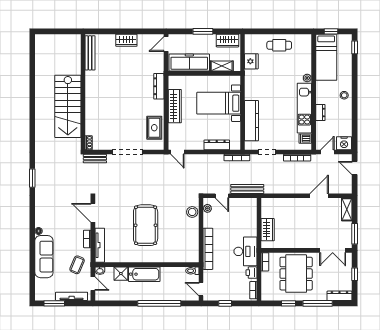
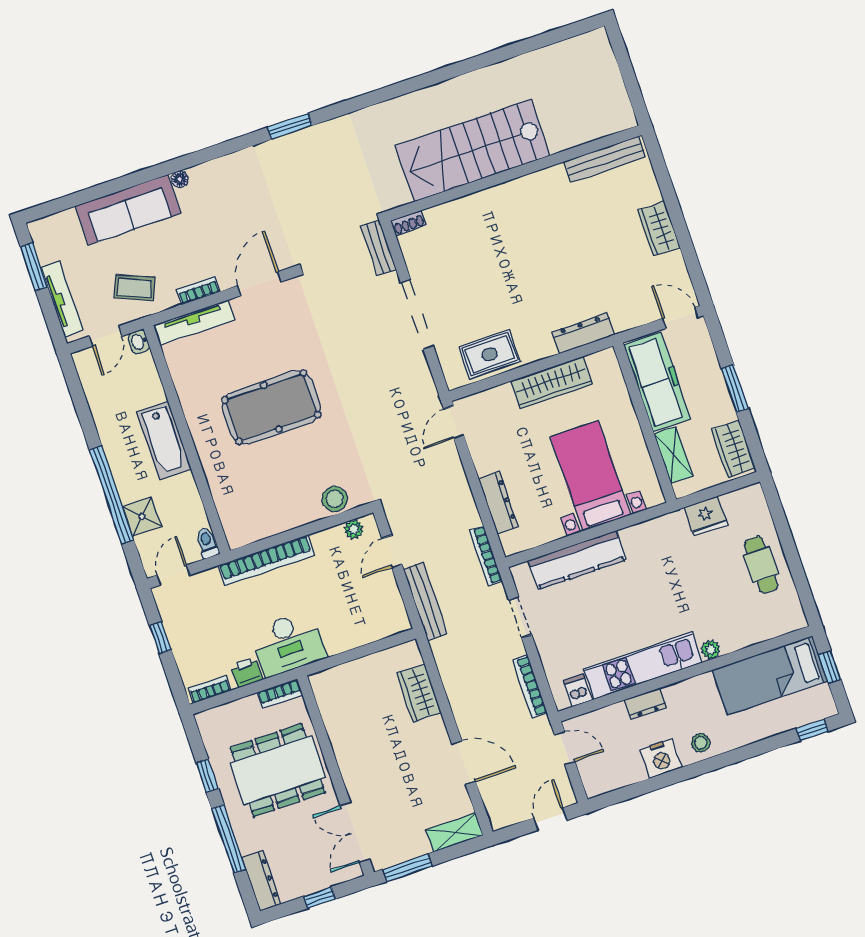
nightstand: (344, 143) -> (661, 759), moved, turned -90
wardrobe: (268, 230) -> (419, 693), moved, turned 90
shower: (121, 274) -> (142, 517), moved

